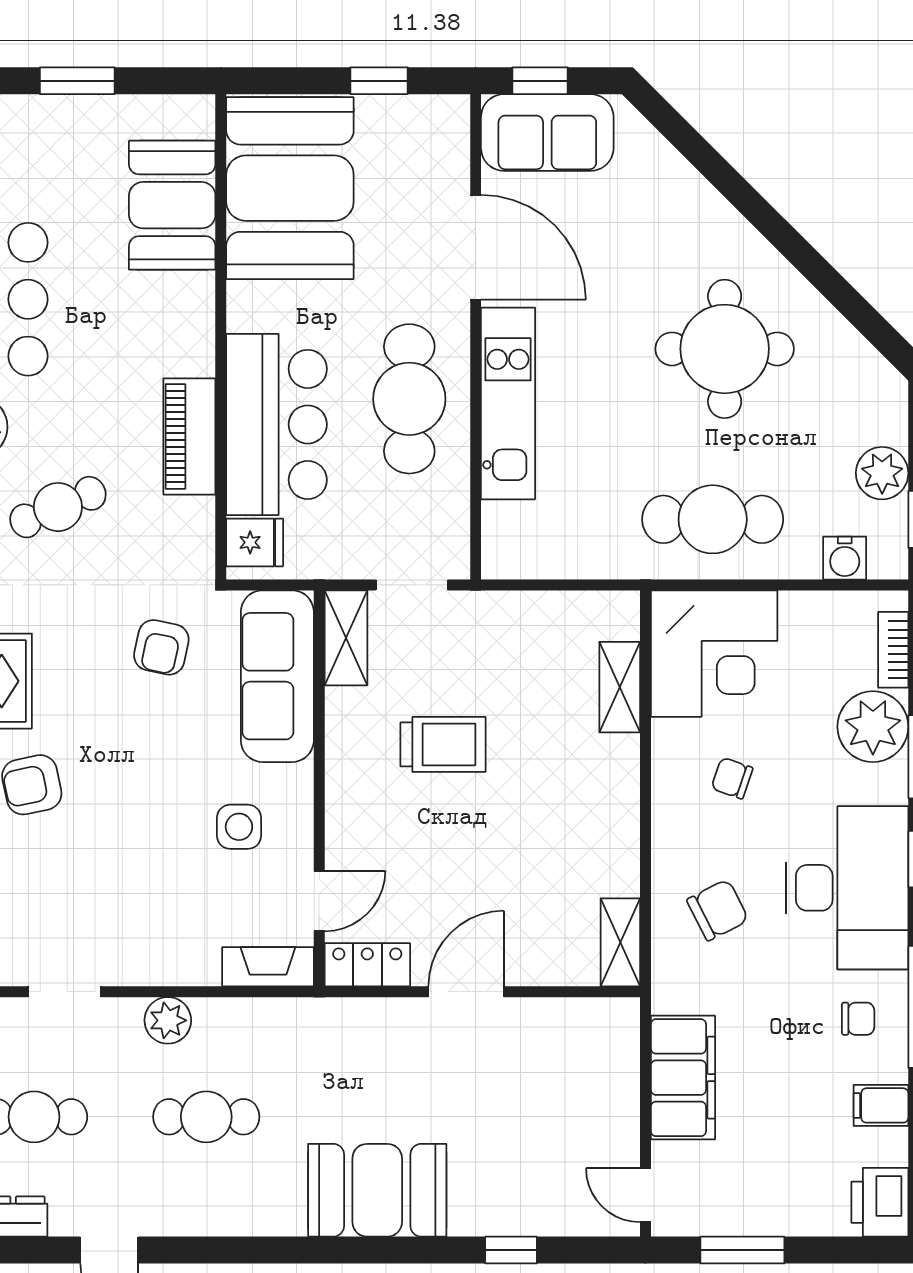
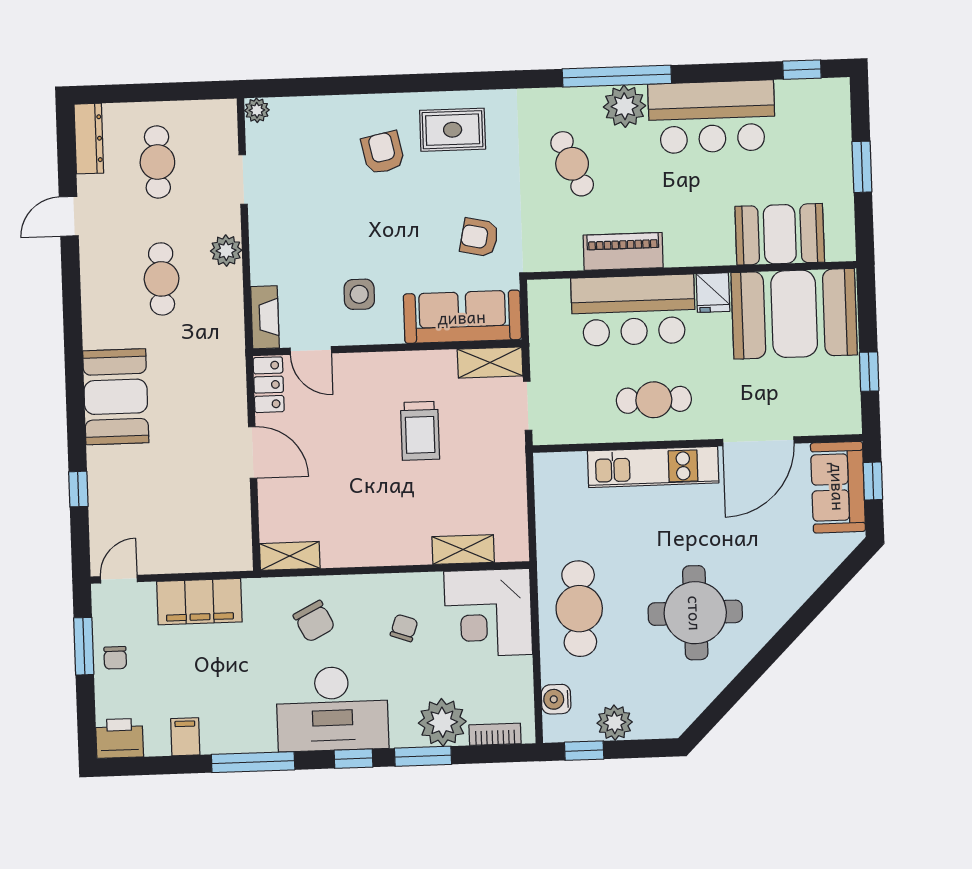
cafe table: (409, 399) -> (654, 400), width x0.73, depth x0.74
fridge: (255, 542) -> (713, 293), moved
chair: (858, 1019) -> (115, 658), moved

